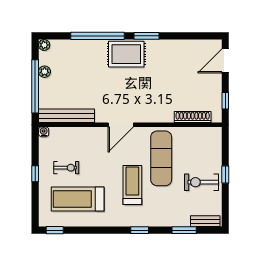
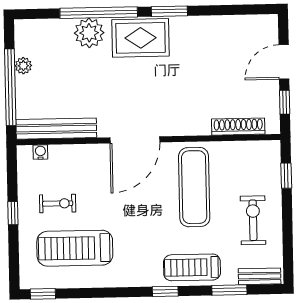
plant: (44, 45) -> (89, 33), moved, width x1.88, depth x1.88
door: (225, 61) -> (284, 62), moved
door: (121, 125) -> (135, 140), width x1.36
water cooler: (44, 132) -> (40, 152), moved
window: (225, 175) -> (286, 176), moved
exercise bike: (202, 182) -> (253, 220), turned 90
treadmill: (132, 185) -> (192, 267), moved, turned -90

